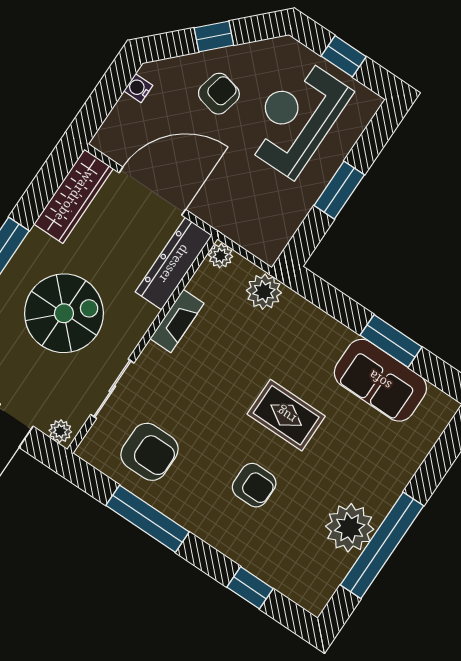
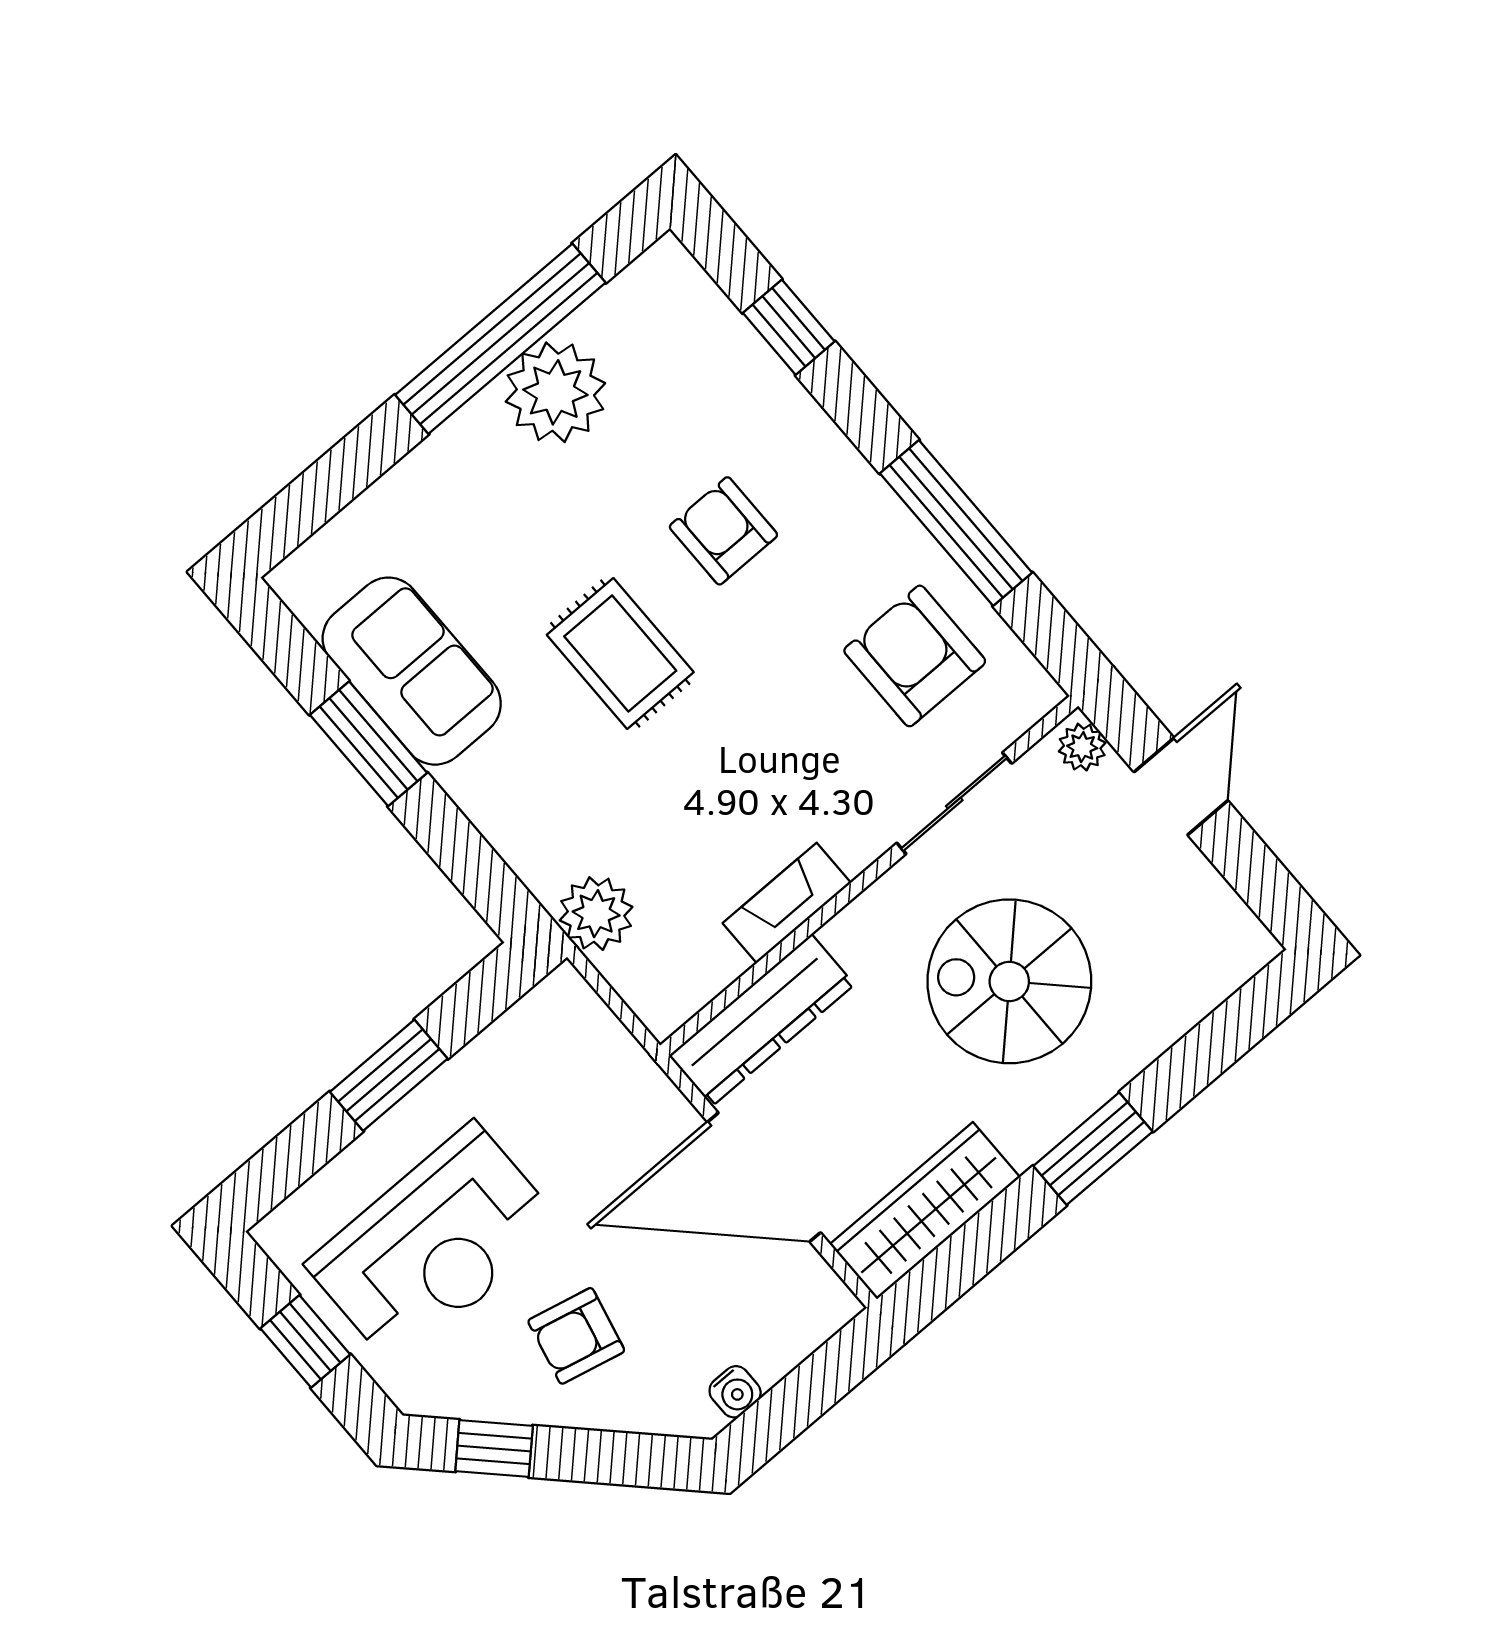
window: (214, 37) -> (494, 1449), moved
plant: (221, 256) -> (663, 1010), removed

